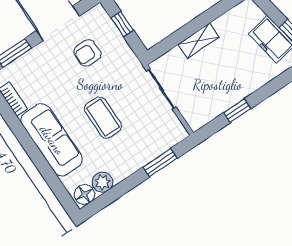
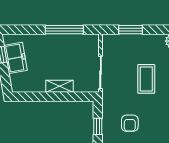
armchair: (87, 53) -> (130, 123), turned 90
window: (237, 111) -> (64, 30), width x2.17

